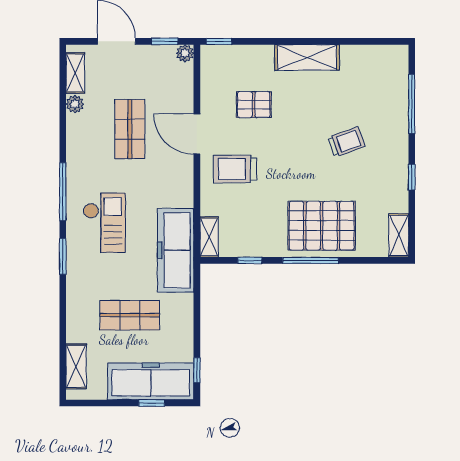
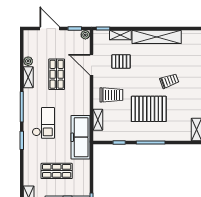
shelving: (252, 54) -> (120, 35), added
shelving: (307, 57) -> (157, 37), width x1.47
shelving: (75, 73) -> (28, 77), moved
door: (197, 134) -> (91, 65), moved
trolley: (235, 169) -> (111, 95), turned 180
pallet: (322, 226) -> (149, 109), moved
shelving: (209, 237) -> (98, 120), moved

